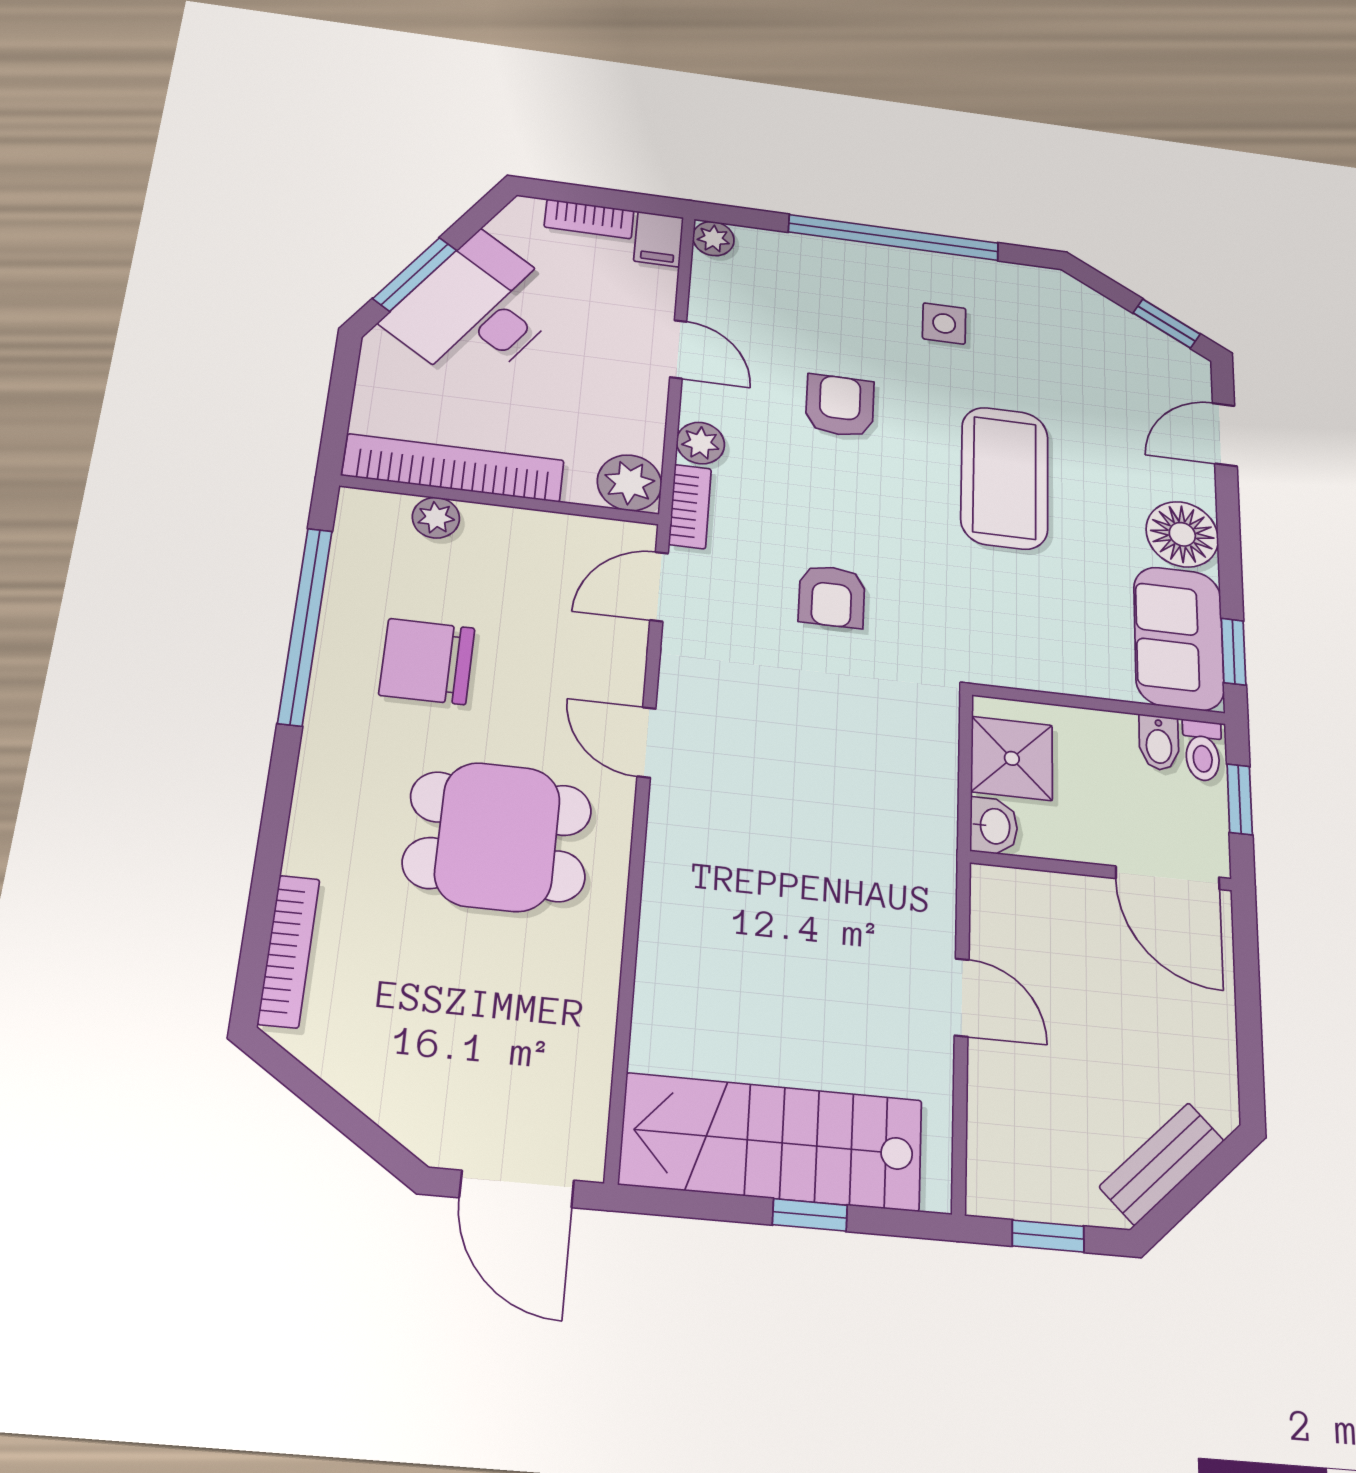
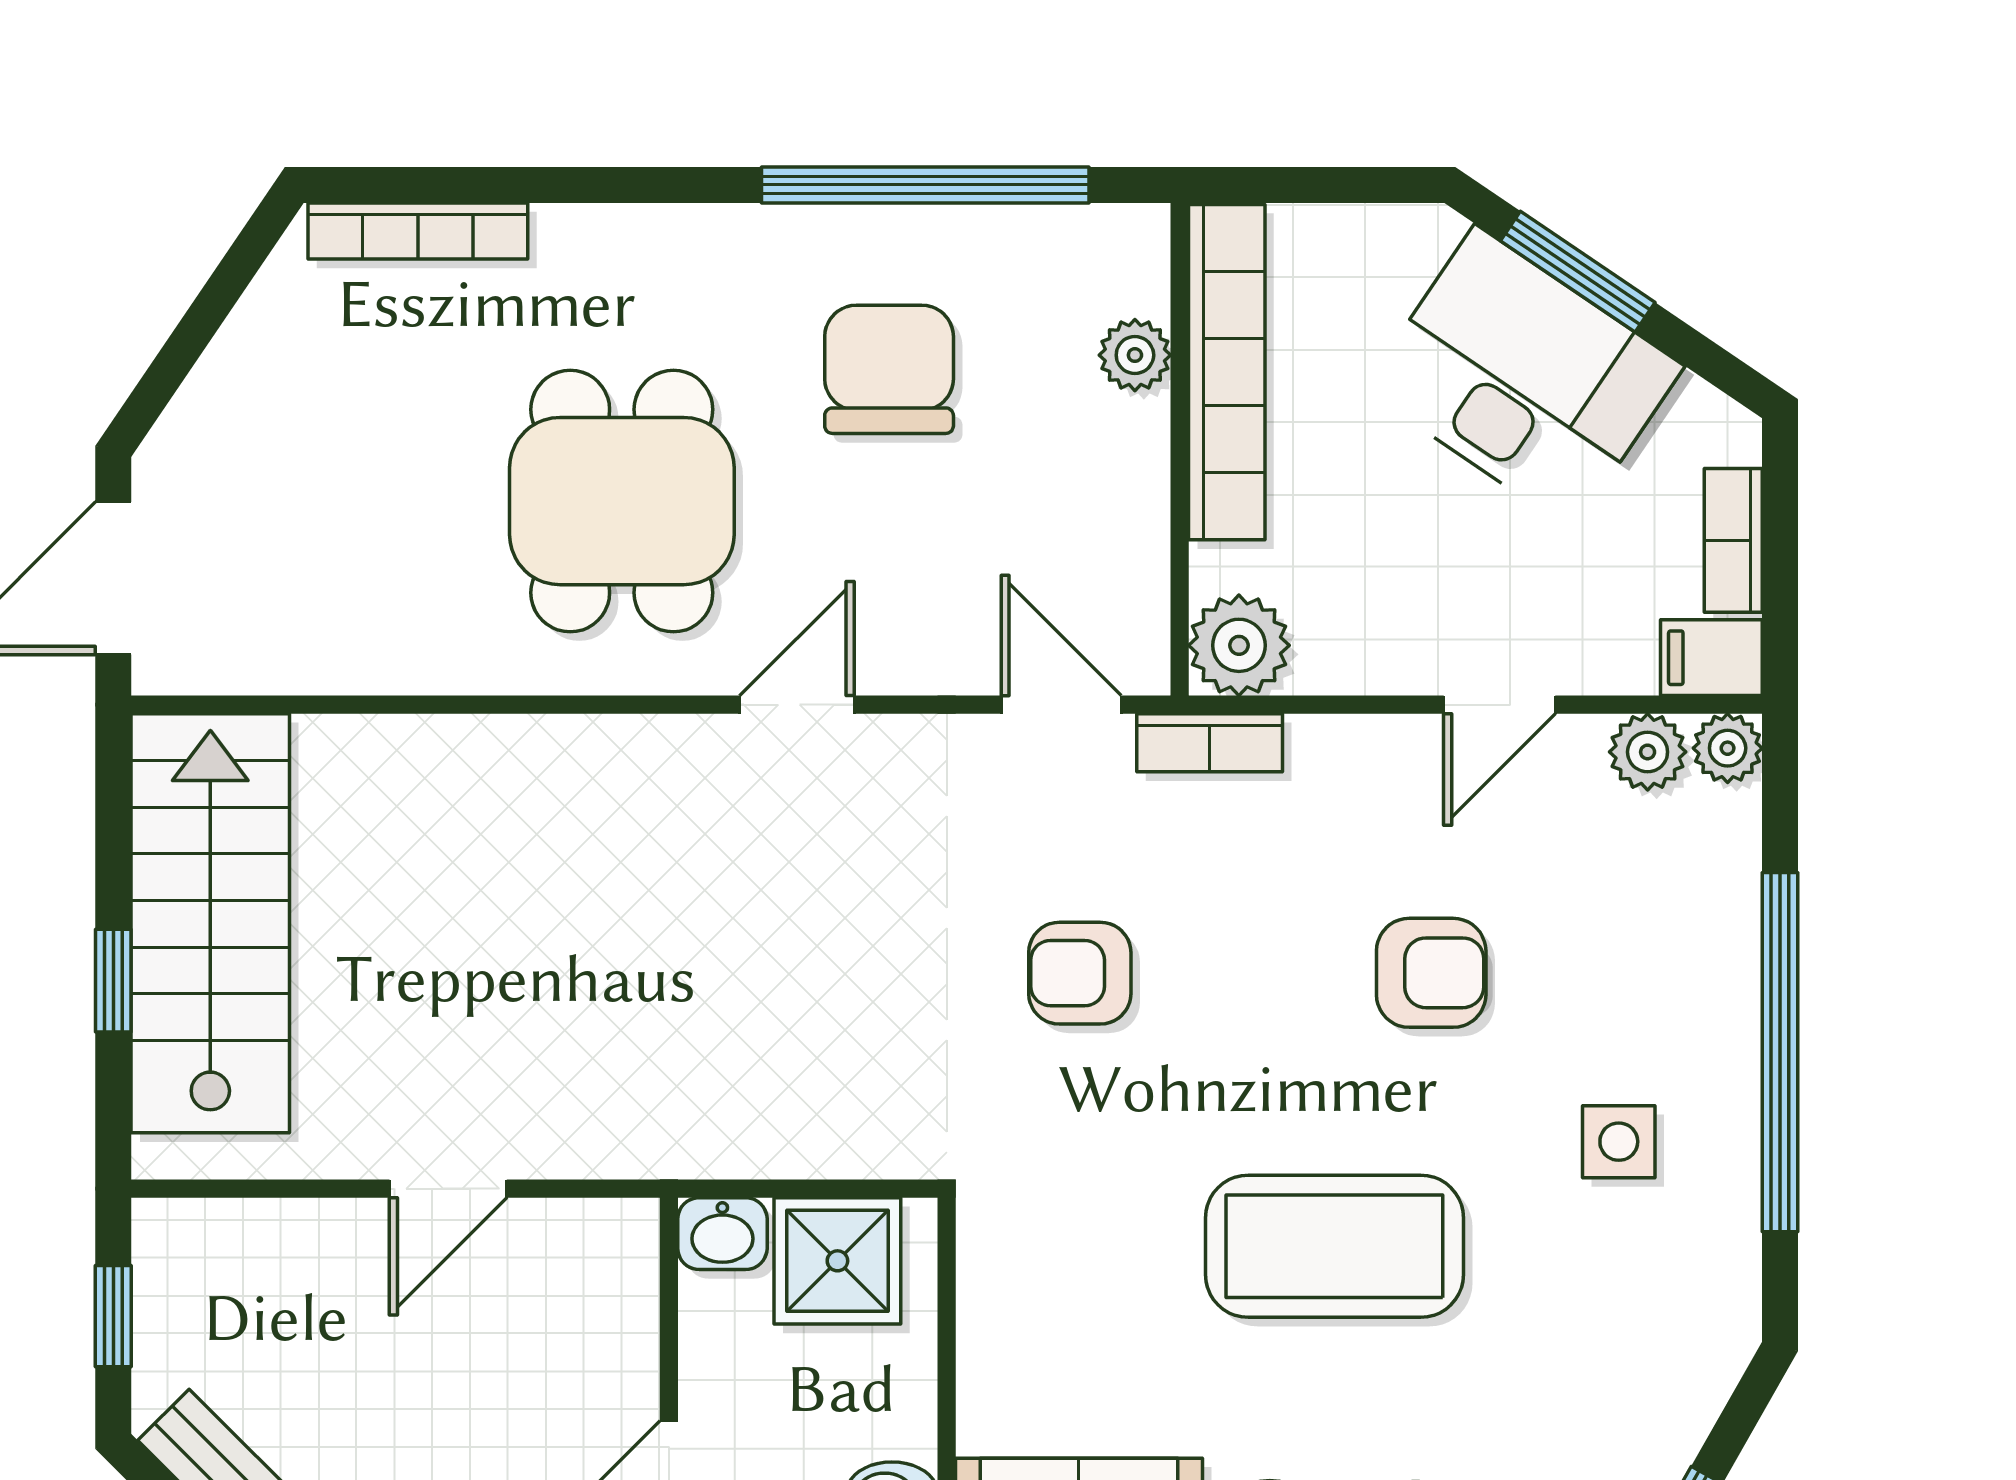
plant: (700, 443) -> (1648, 752), moved

